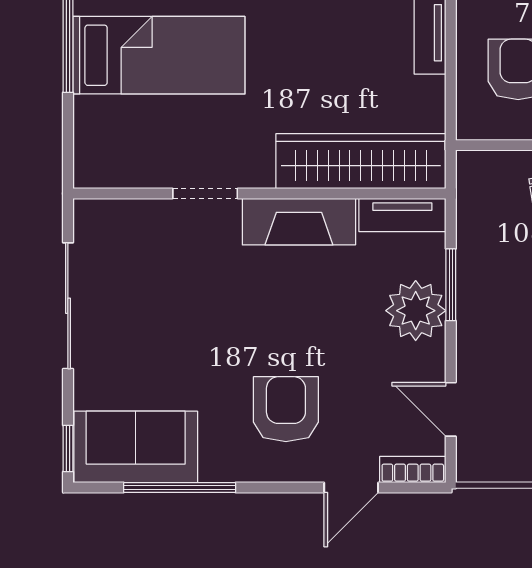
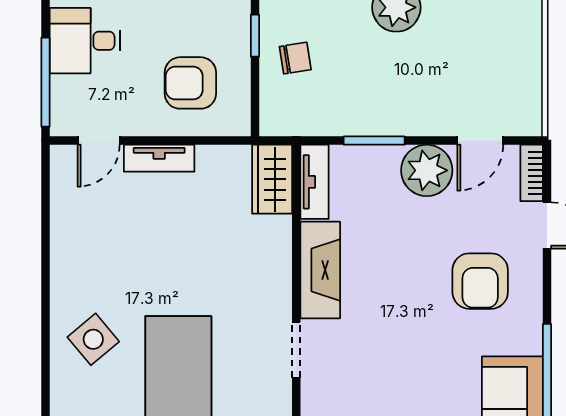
wardrobe: (361, 161) -> (272, 179), width x0.48, depth x0.85
plant: (416, 311) -> (427, 170), moved
armchair: (286, 409) -> (480, 281), turned -90

